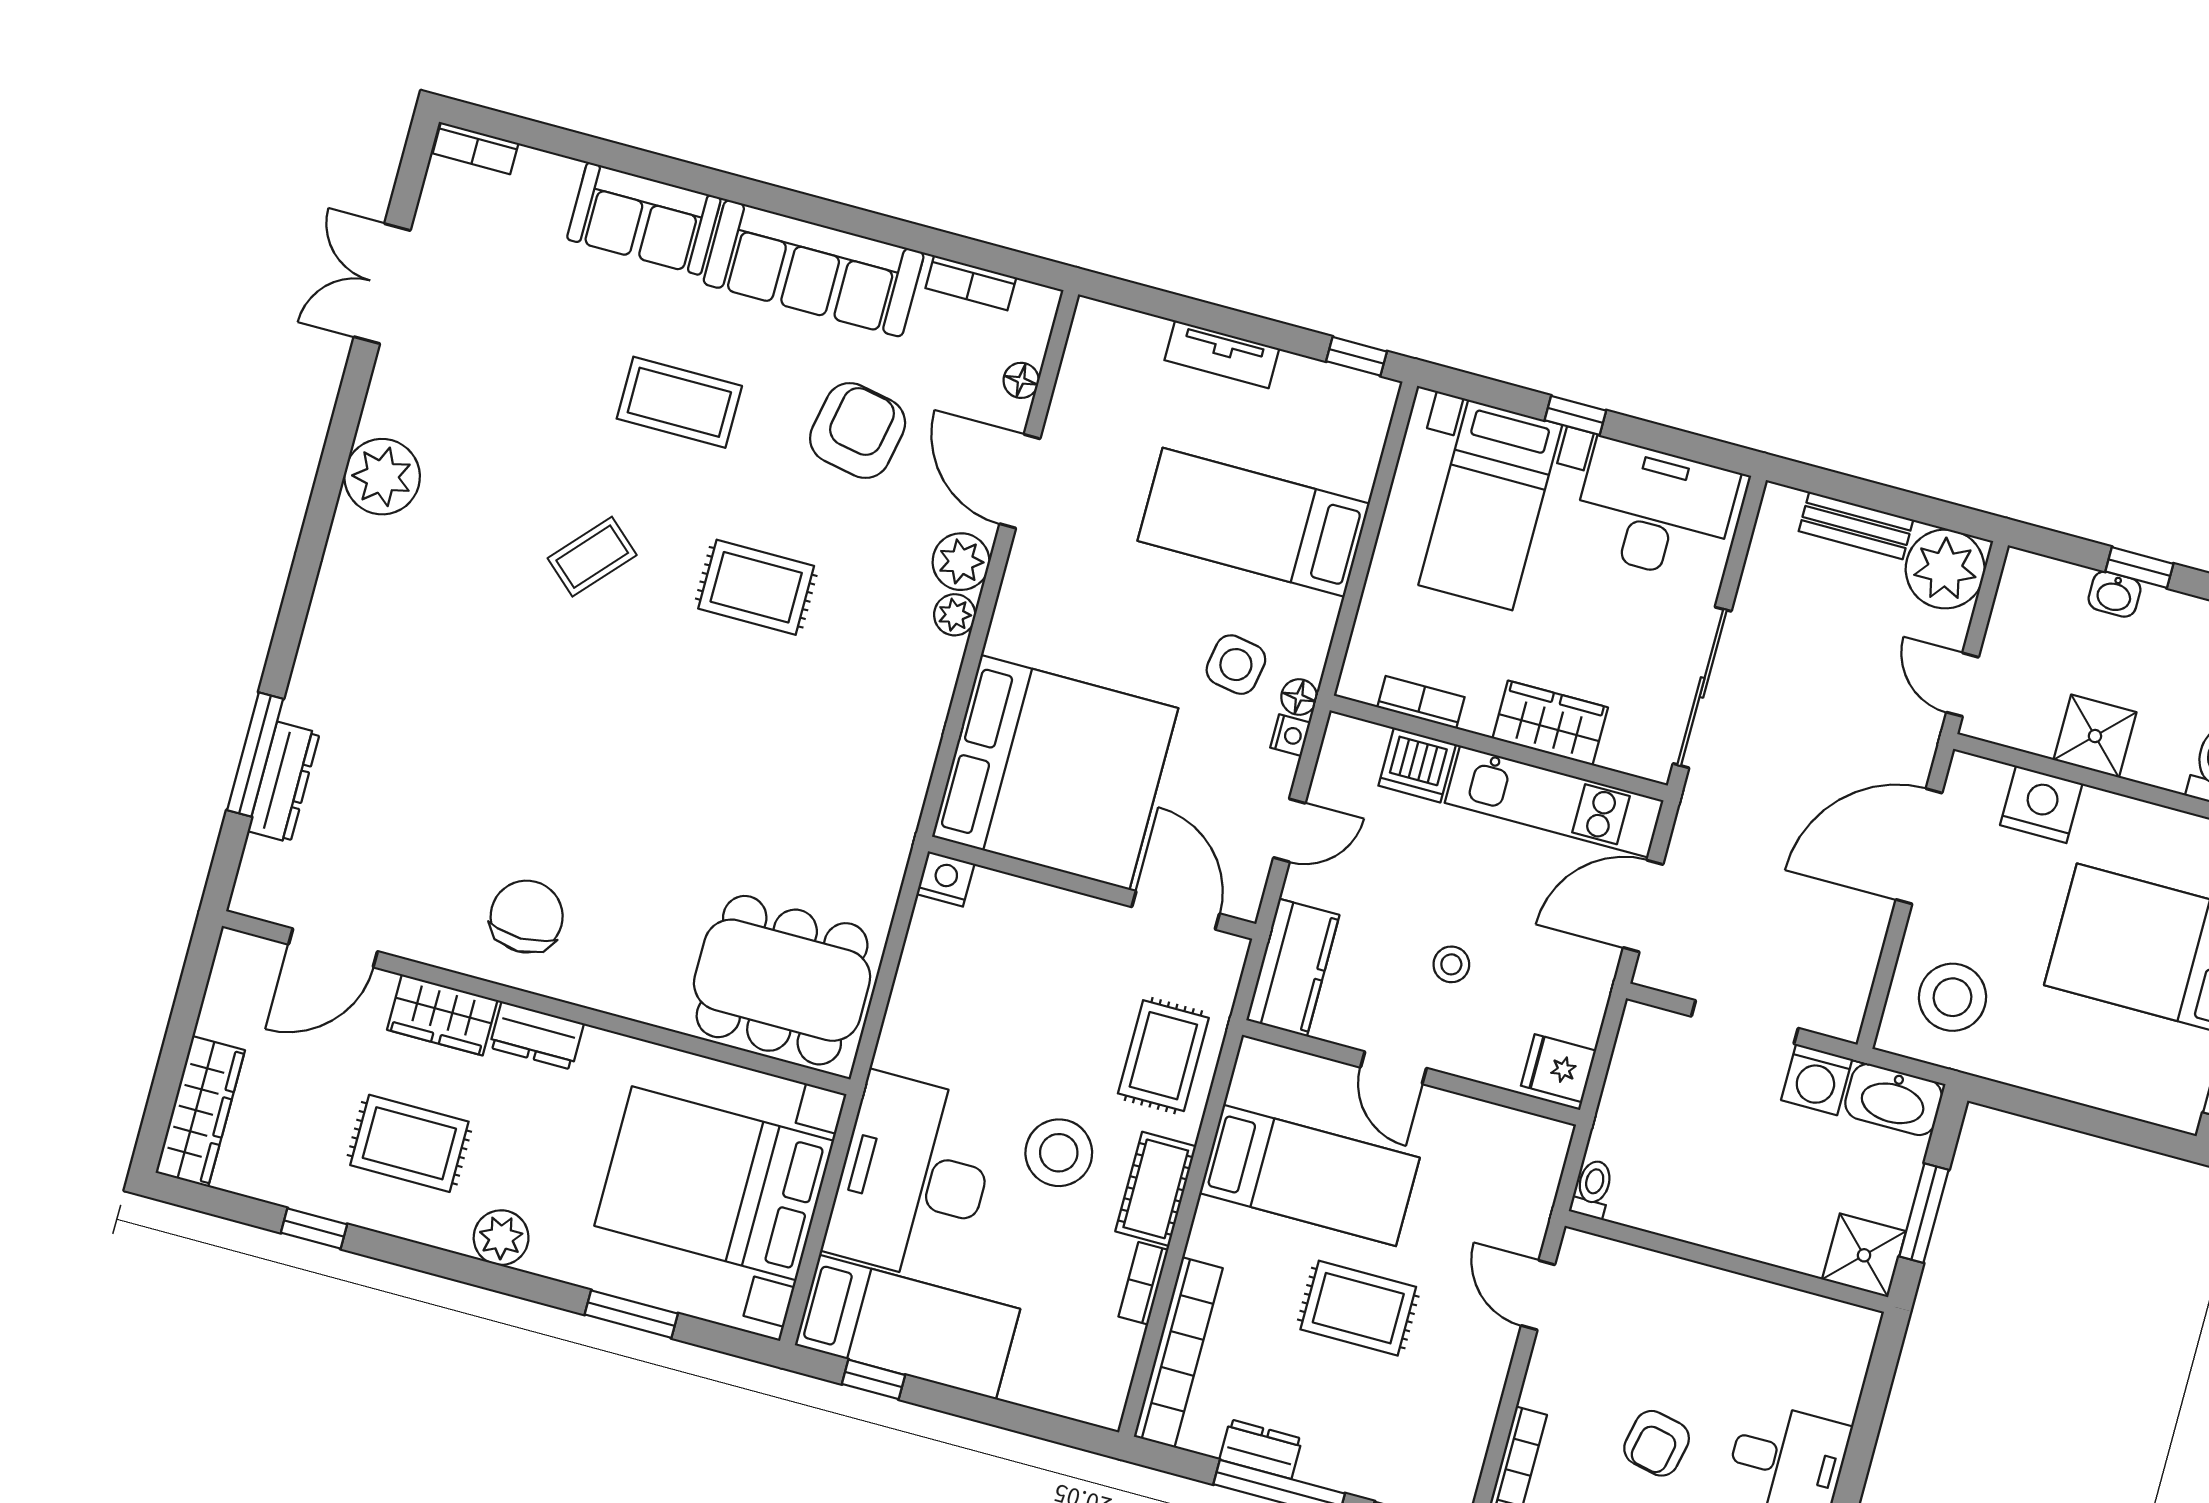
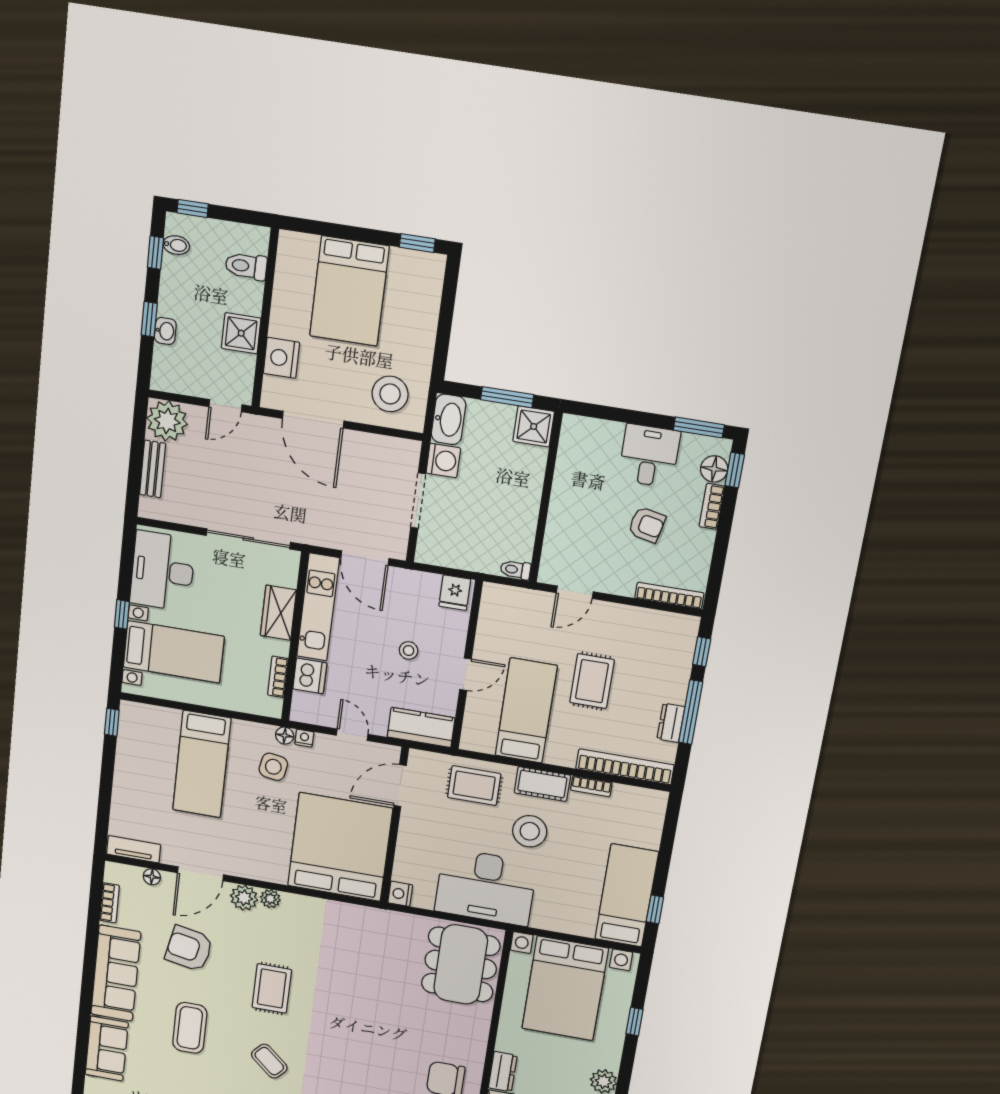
tv unit: (1222, 354) -> (134, 849), moved, turned -90
desk: (913, 1178) -> (486, 887), moved
window: (631, 1314) -> (635, 1022), width x0.67

